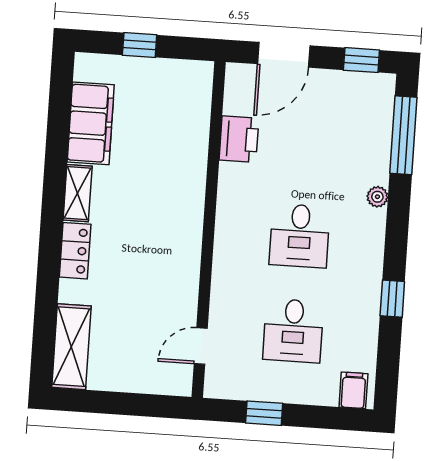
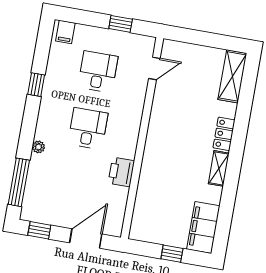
filing cabinet: (91, 123) -> (203, 228), moved
printer: (239, 139) -> (121, 172), moved

